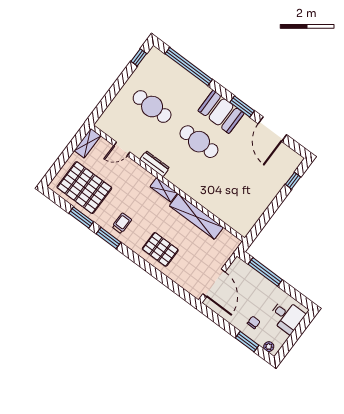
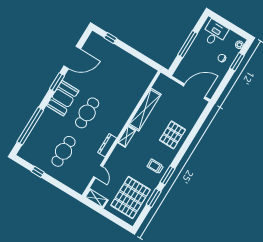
window: (139, 57) -> (38, 172), moved
window: (265, 272) -> (188, 44), moved

